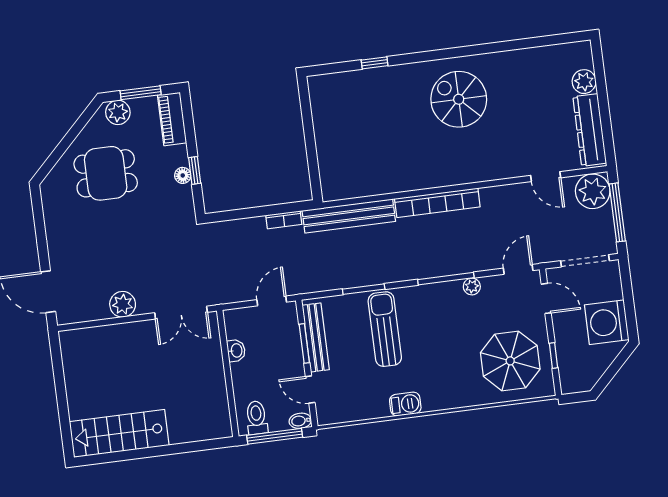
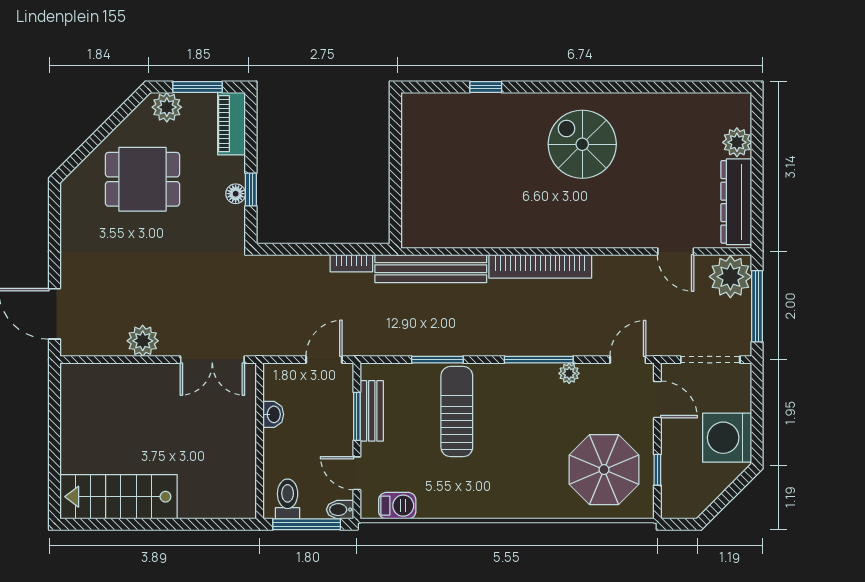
bench: (316, 337) -> (372, 411), width x0.73
barbecue: (405, 404) -> (397, 506), moved

